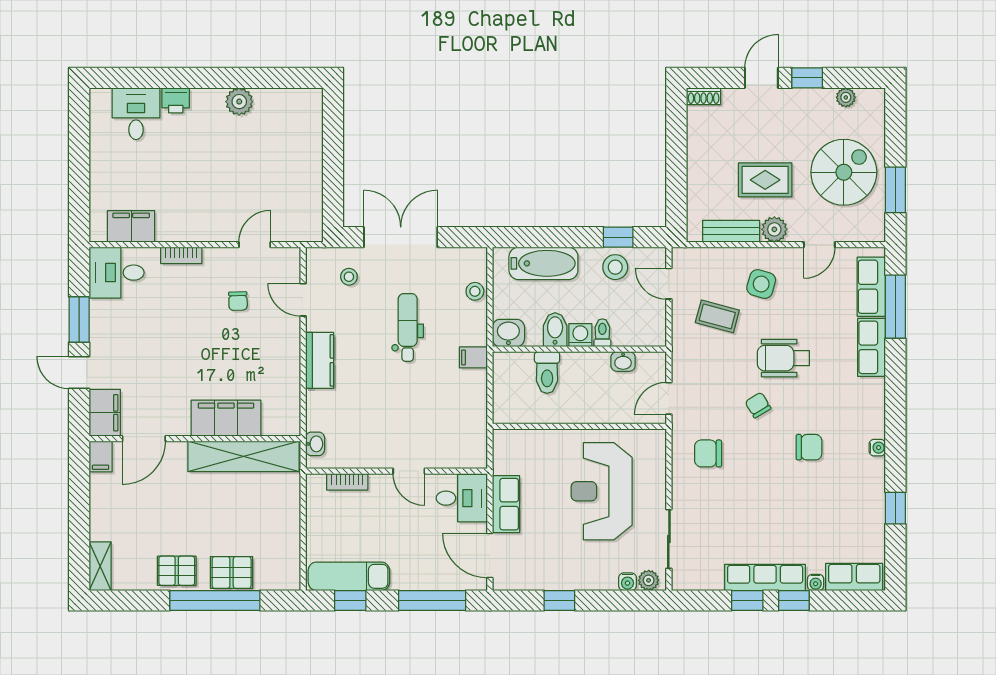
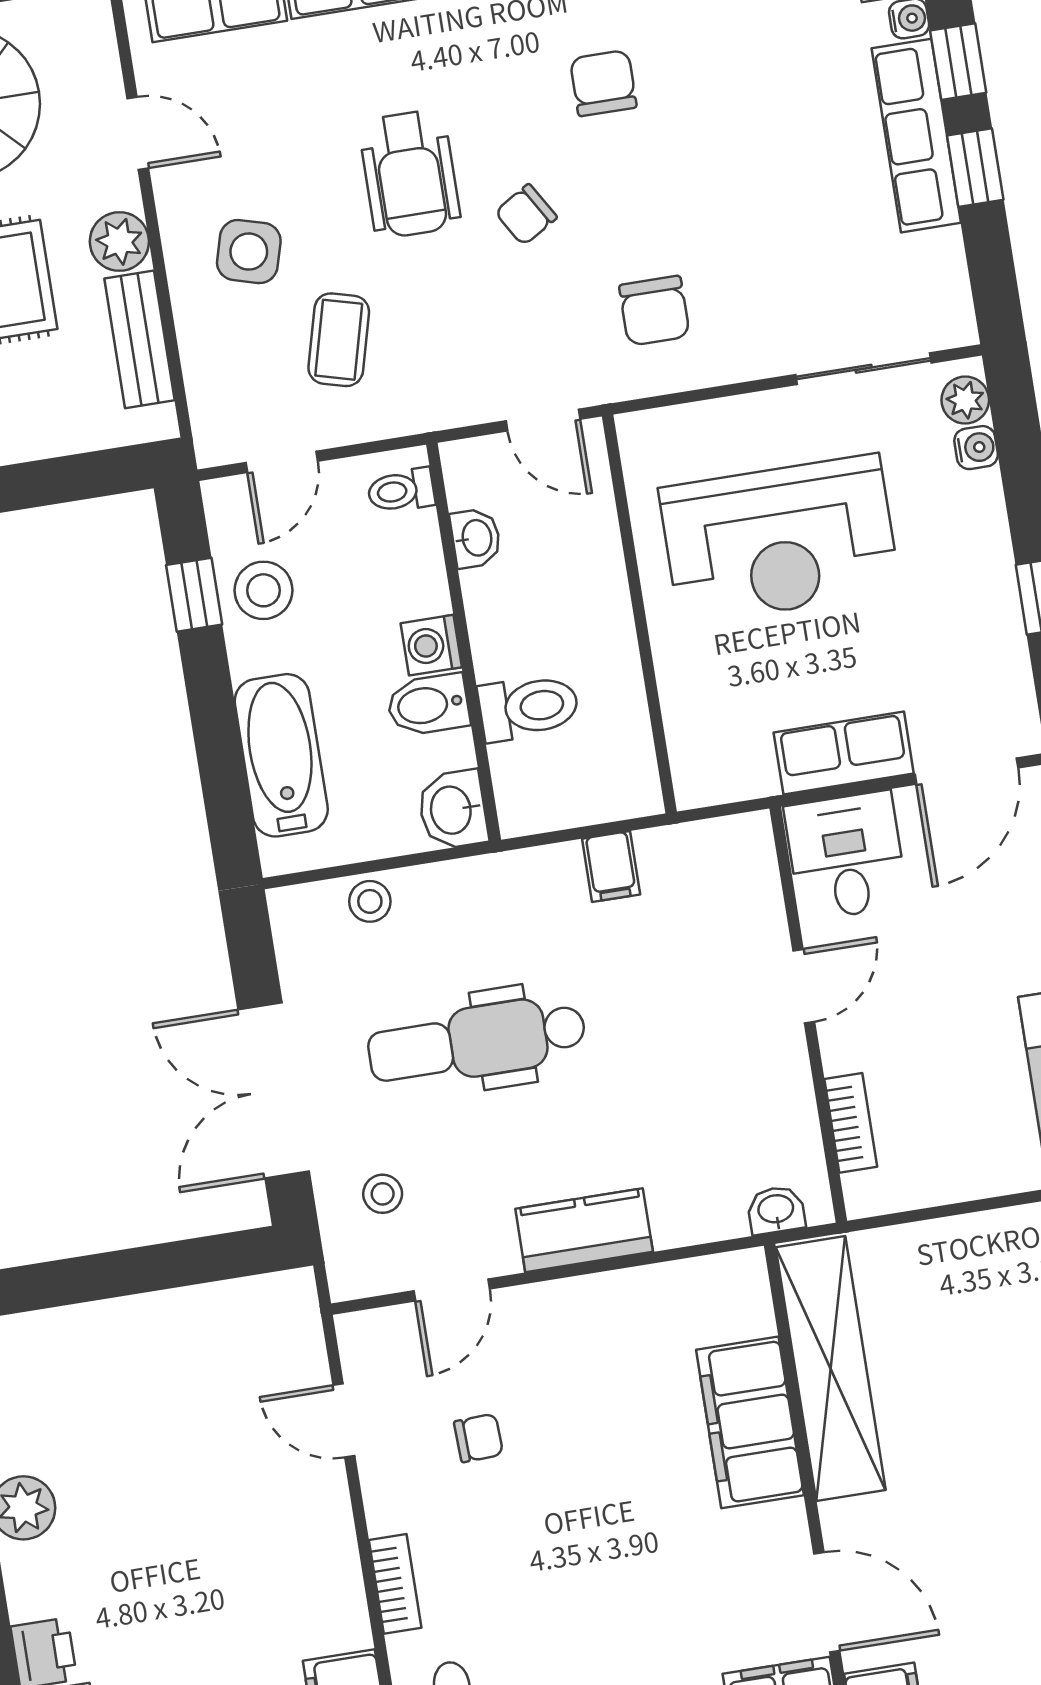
dental chair: (408, 327) -> (477, 1042), width x1.36, depth x1.38
toilet: (602, 333) -> (401, 491), moved
filing cabinet: (473, 357) -> (611, 867), moved

